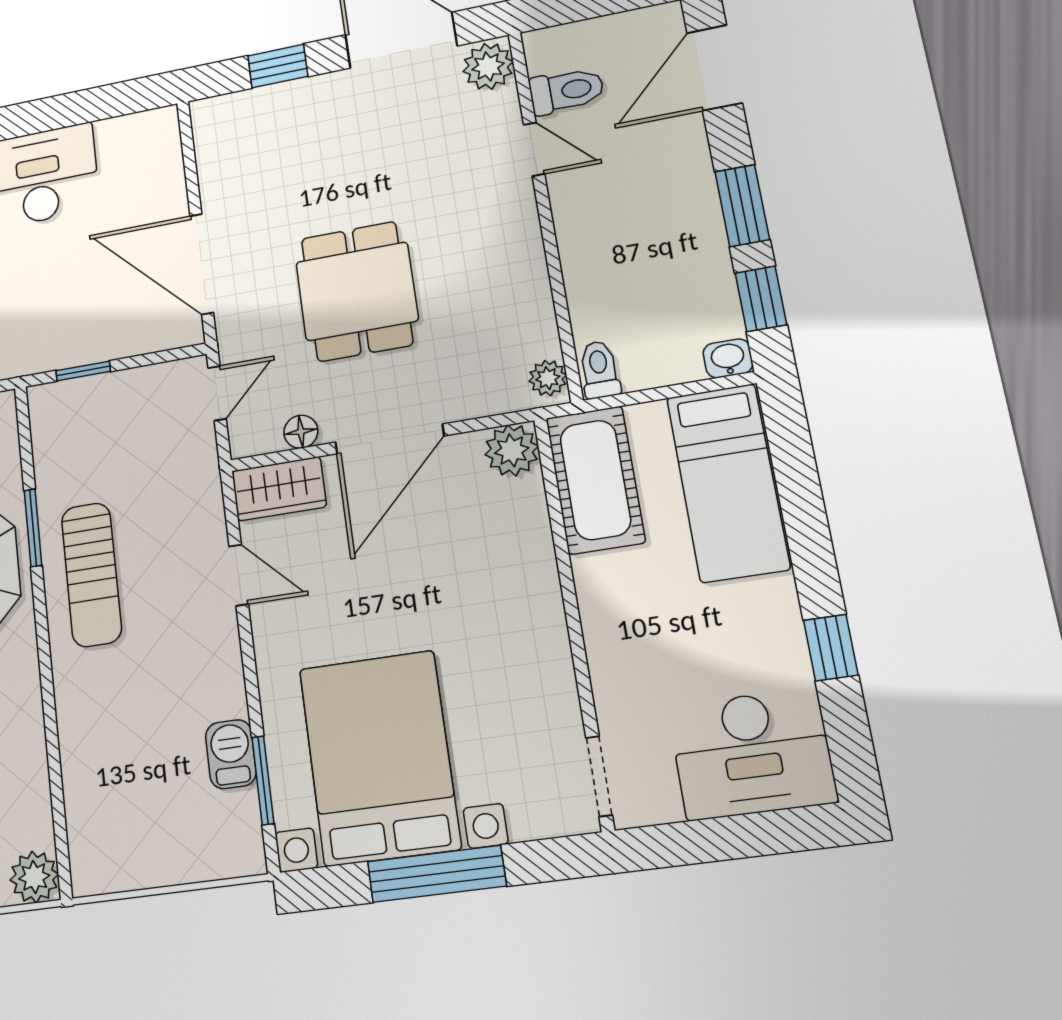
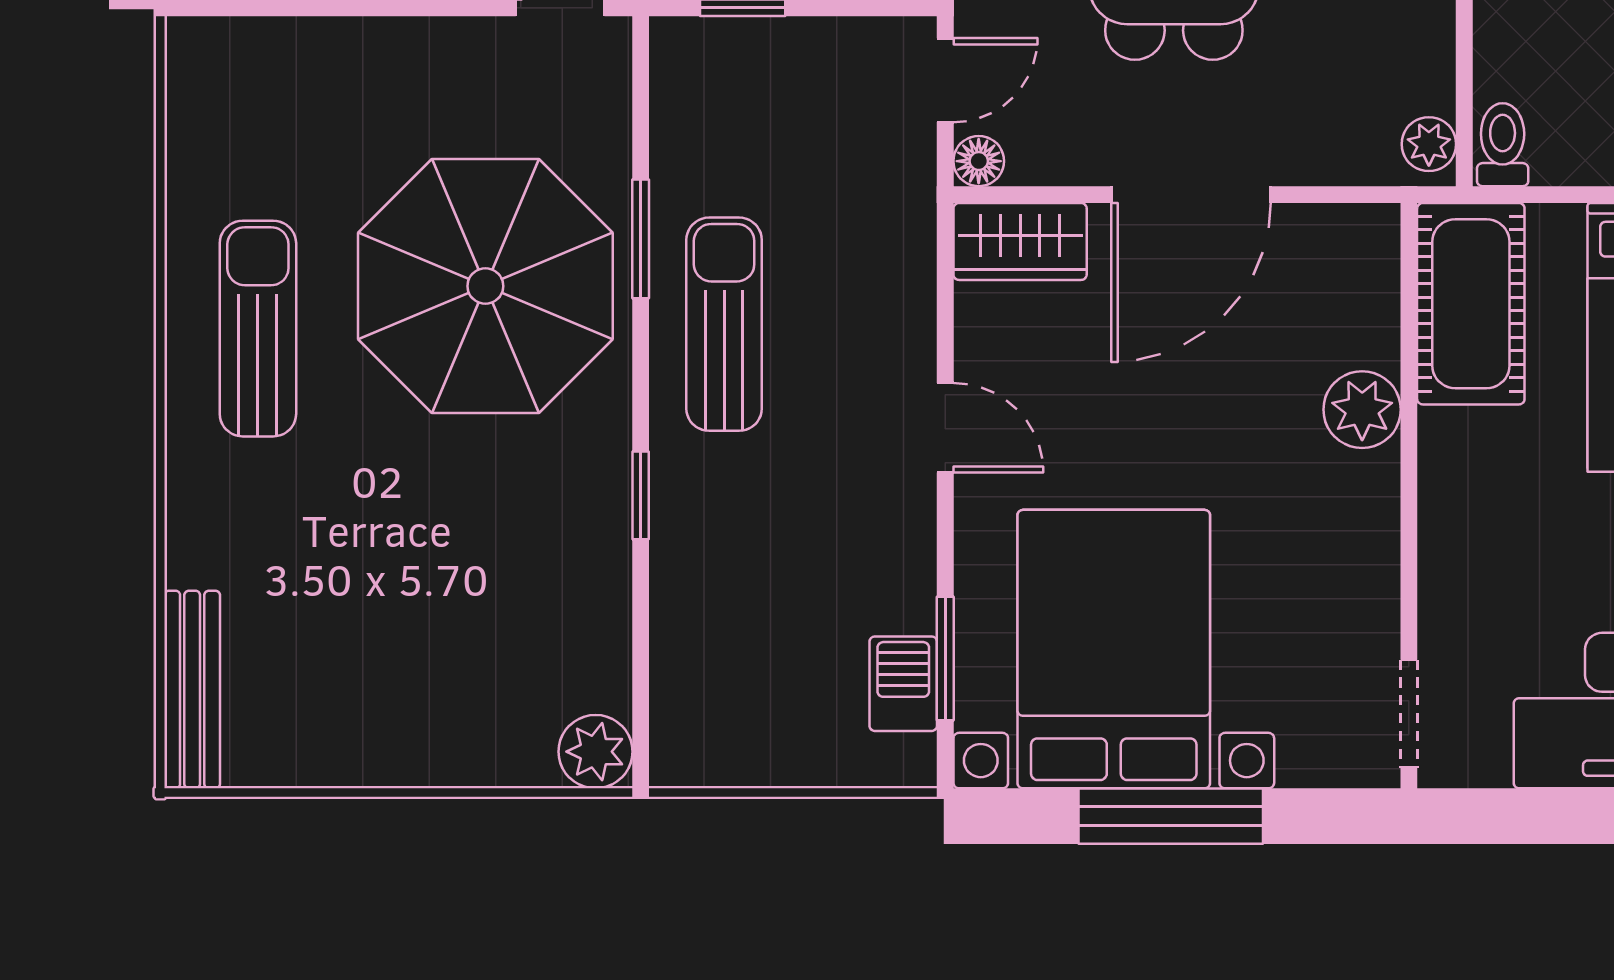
floor lamp: (301, 432) -> (979, 161), moved
plant: (512, 450) -> (1362, 410), moved
sun lounger: (91, 575) -> (724, 324), turned 180
door: (239, 575) -> (945, 428), moved
window: (48, 696) -> (641, 495), added
barbecue: (231, 754) -> (903, 684), moved

